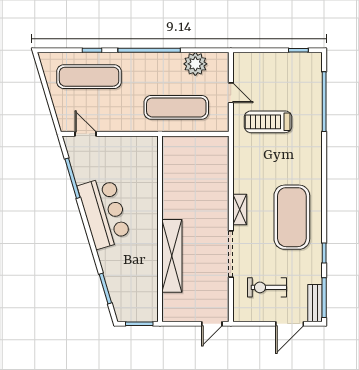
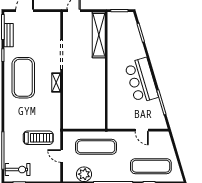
door: (86, 134) -> (142, 130), moved
shelving: (172, 256) -> (99, 35), moved
exercise bike: (267, 287) -> (18, 170), moved
bench: (315, 303) -> (9, 35), moved

